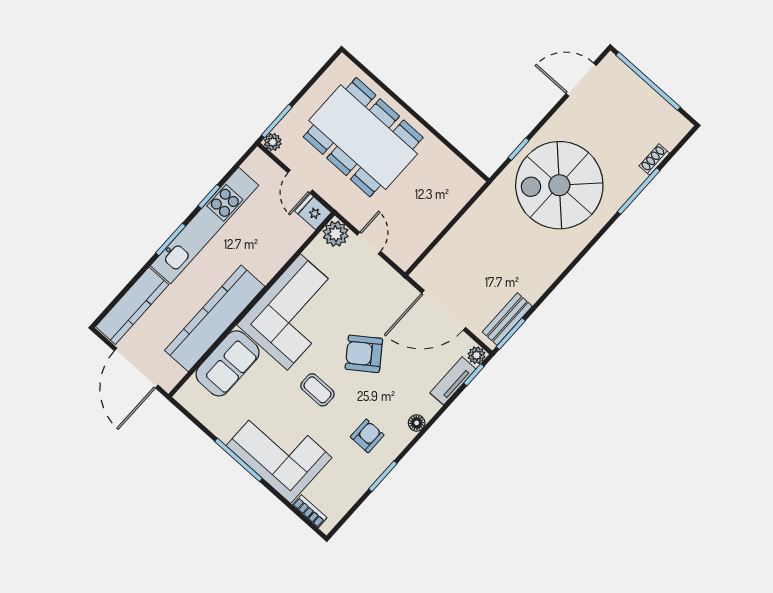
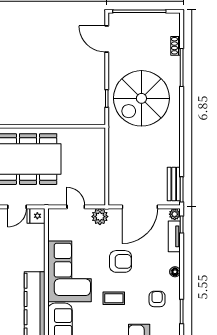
door: (581, 79) -> (107, 39), hinge flipped
door: (300, 181) -> (17, 207), hinge flipped
plant: (336, 234) -> (100, 217), moved
armchair: (364, 354) -> (121, 261), turned -144

